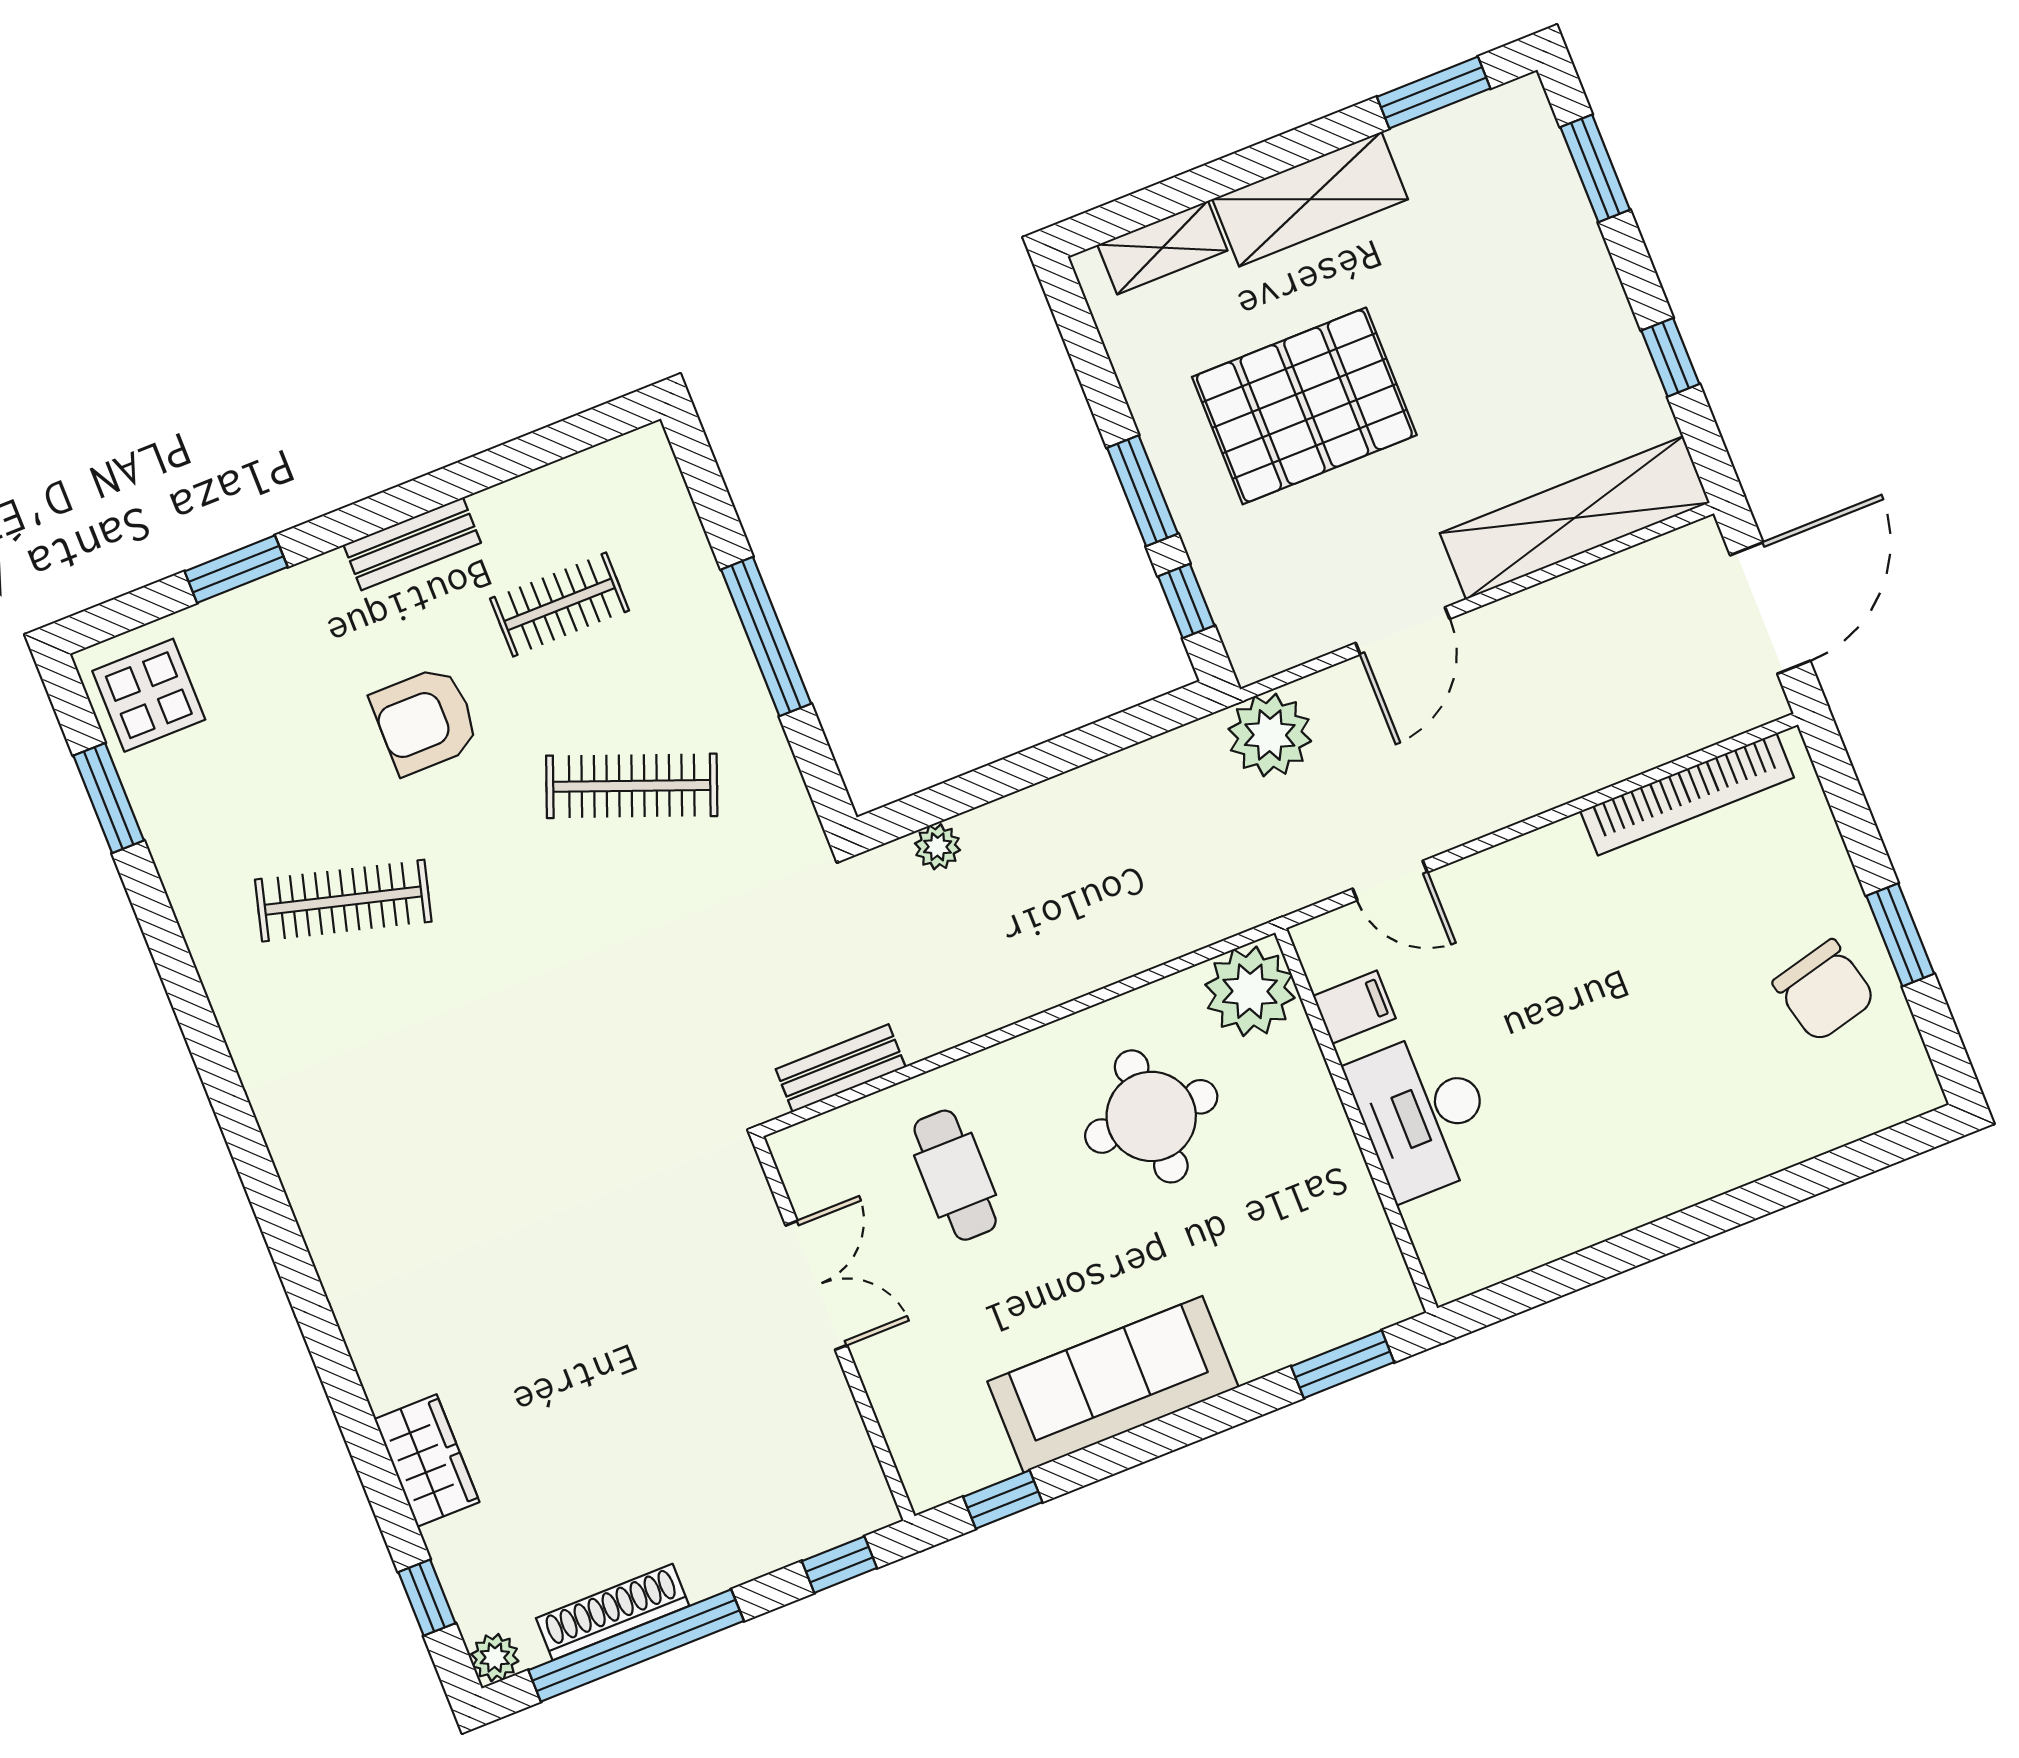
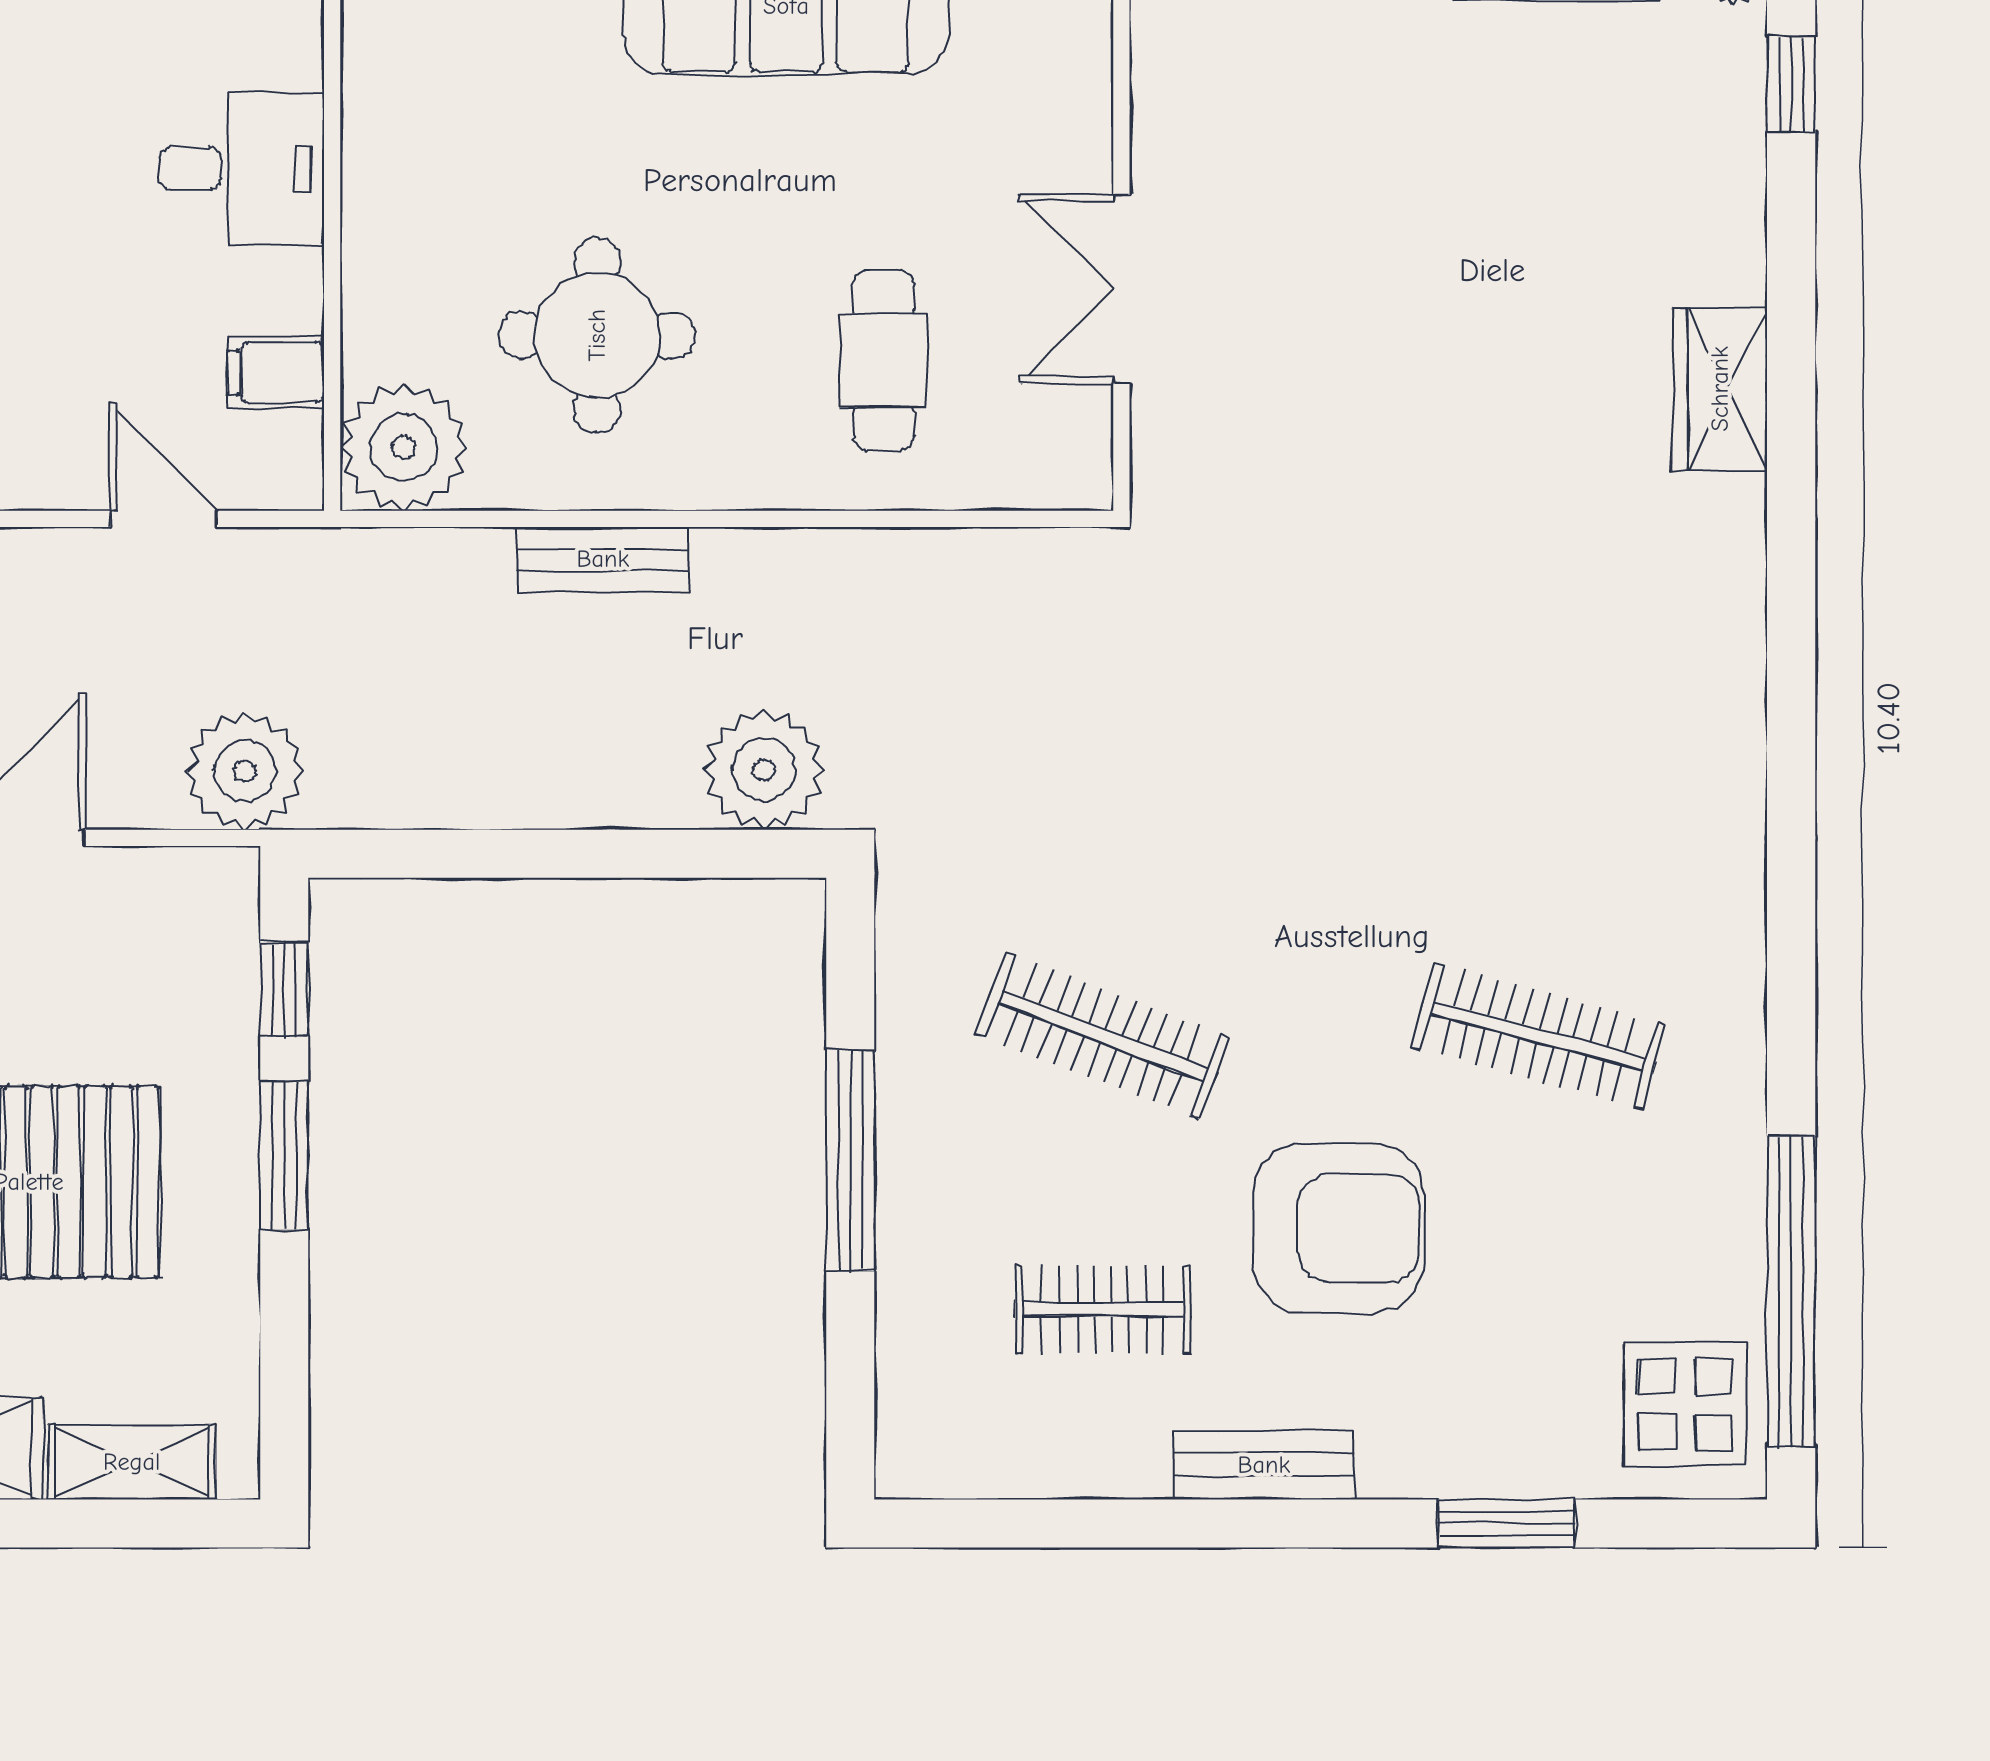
armchair: (425, 720) -> (1338, 1228), width x1.36, depth x1.36
window: (109, 798) -> (1791, 1291), width x2.11
plant: (938, 847) -> (764, 770), width x1.87, depth x1.87
bench: (841, 1068) -> (603, 559), moved
desk: (1423, 1114) -> (241, 168), width x0.73
wardrobe: (427, 1461) -> (1720, 389), moved

